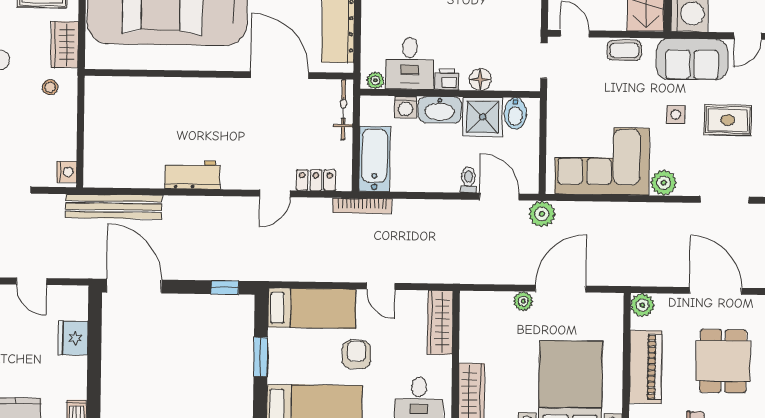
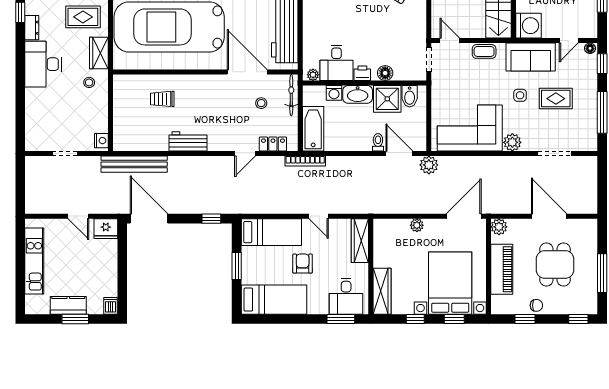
trolley: (156, 113) -> (162, 99), added
stool: (300, 121) -> (261, 103), added
door: (561, 289) -> (464, 216), moved
fridge: (73, 338) -> (106, 229), moved, turned -90

